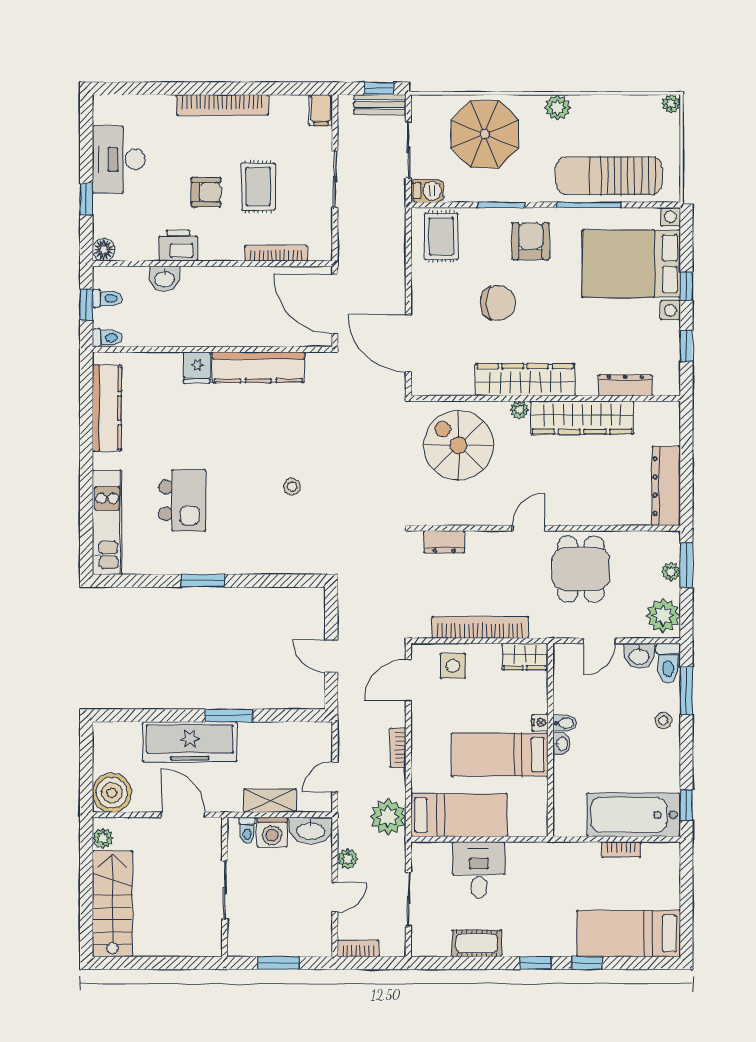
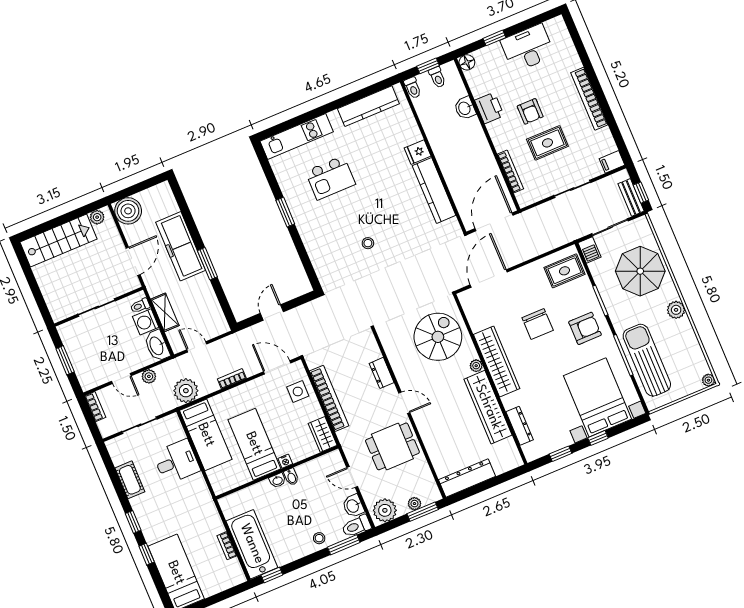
dresser: (444, 542) -> (382, 373), moved

